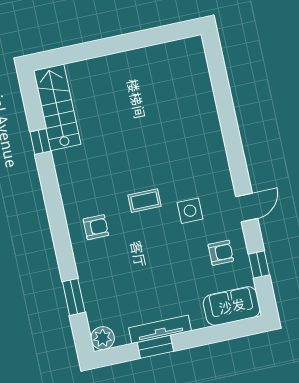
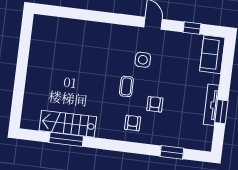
stairs: (57, 107) -> (68, 124), moved
window: (40, 142) -> (66, 139), width x2.17
armchair: (221, 253) -> (155, 104), moved
plant: (103, 338) -> (204, 143), removed

